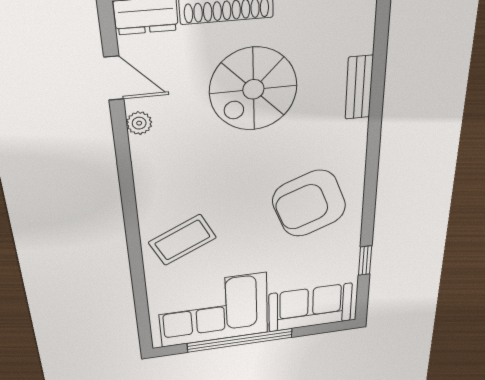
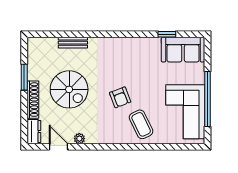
door: (114, 78) -> (58, 147), hinge flipped
armchair: (309, 204) -> (120, 97), moved, width x0.53, depth x0.53
sofa: (310, 307) -> (183, 50), moved, turned -90

